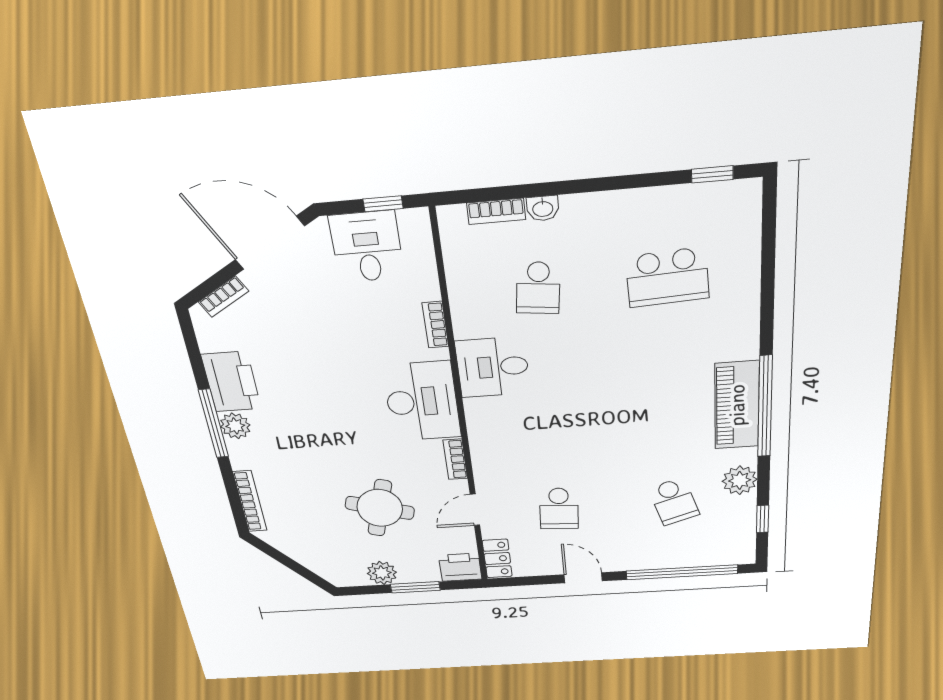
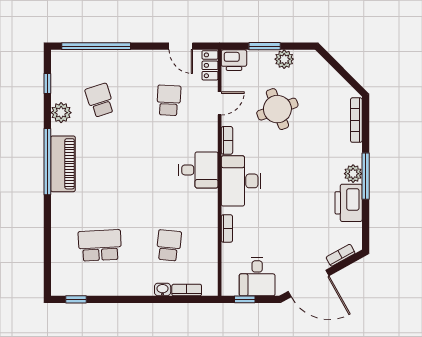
desk: (493, 367) -> (198, 170), moved
round table: (380, 508) -> (277, 109), turned -36
door: (583, 578) -> (181, 46), moved

